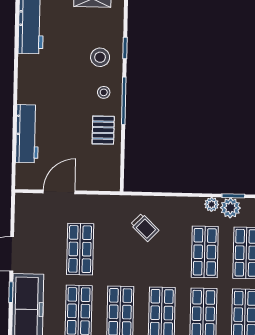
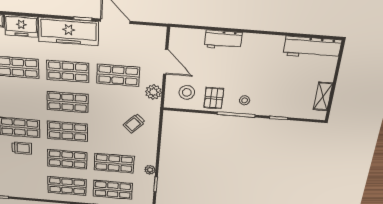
stool: (100, 57) -> (187, 92), moved
pallet: (103, 130) -> (214, 98), turned 90
workbench: (27, 134) -> (223, 40), width x0.73
plant: (230, 208) -> (153, 92), moved

